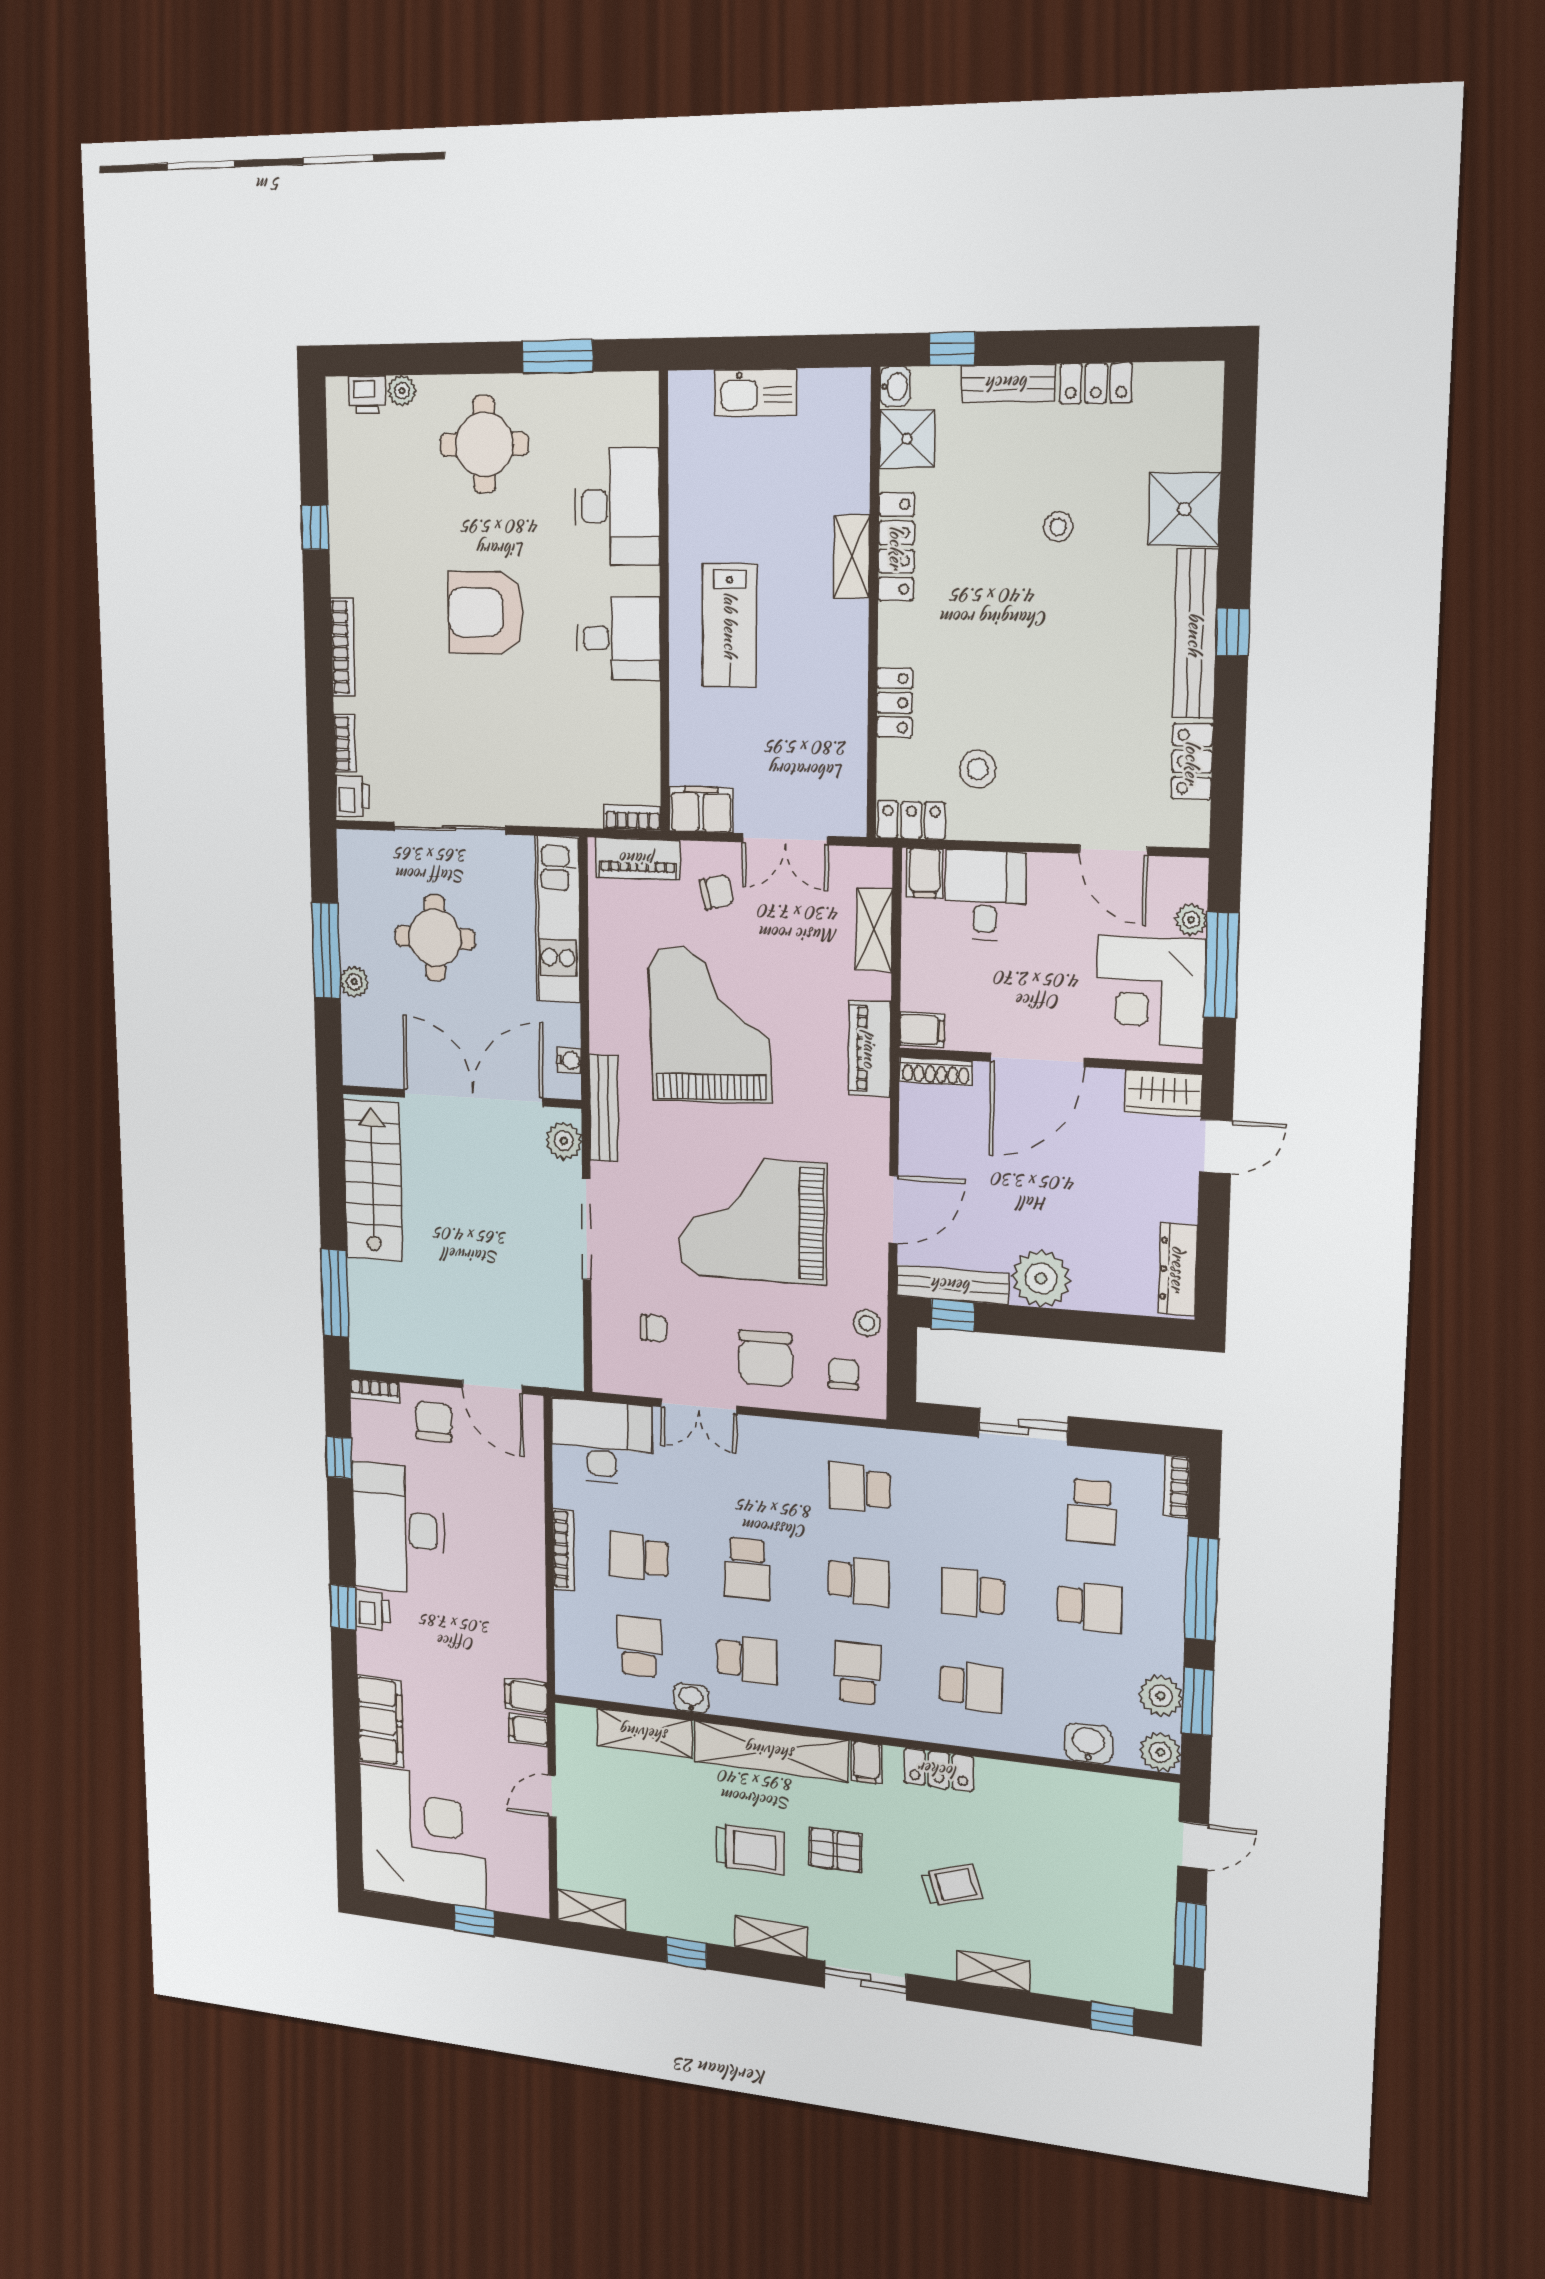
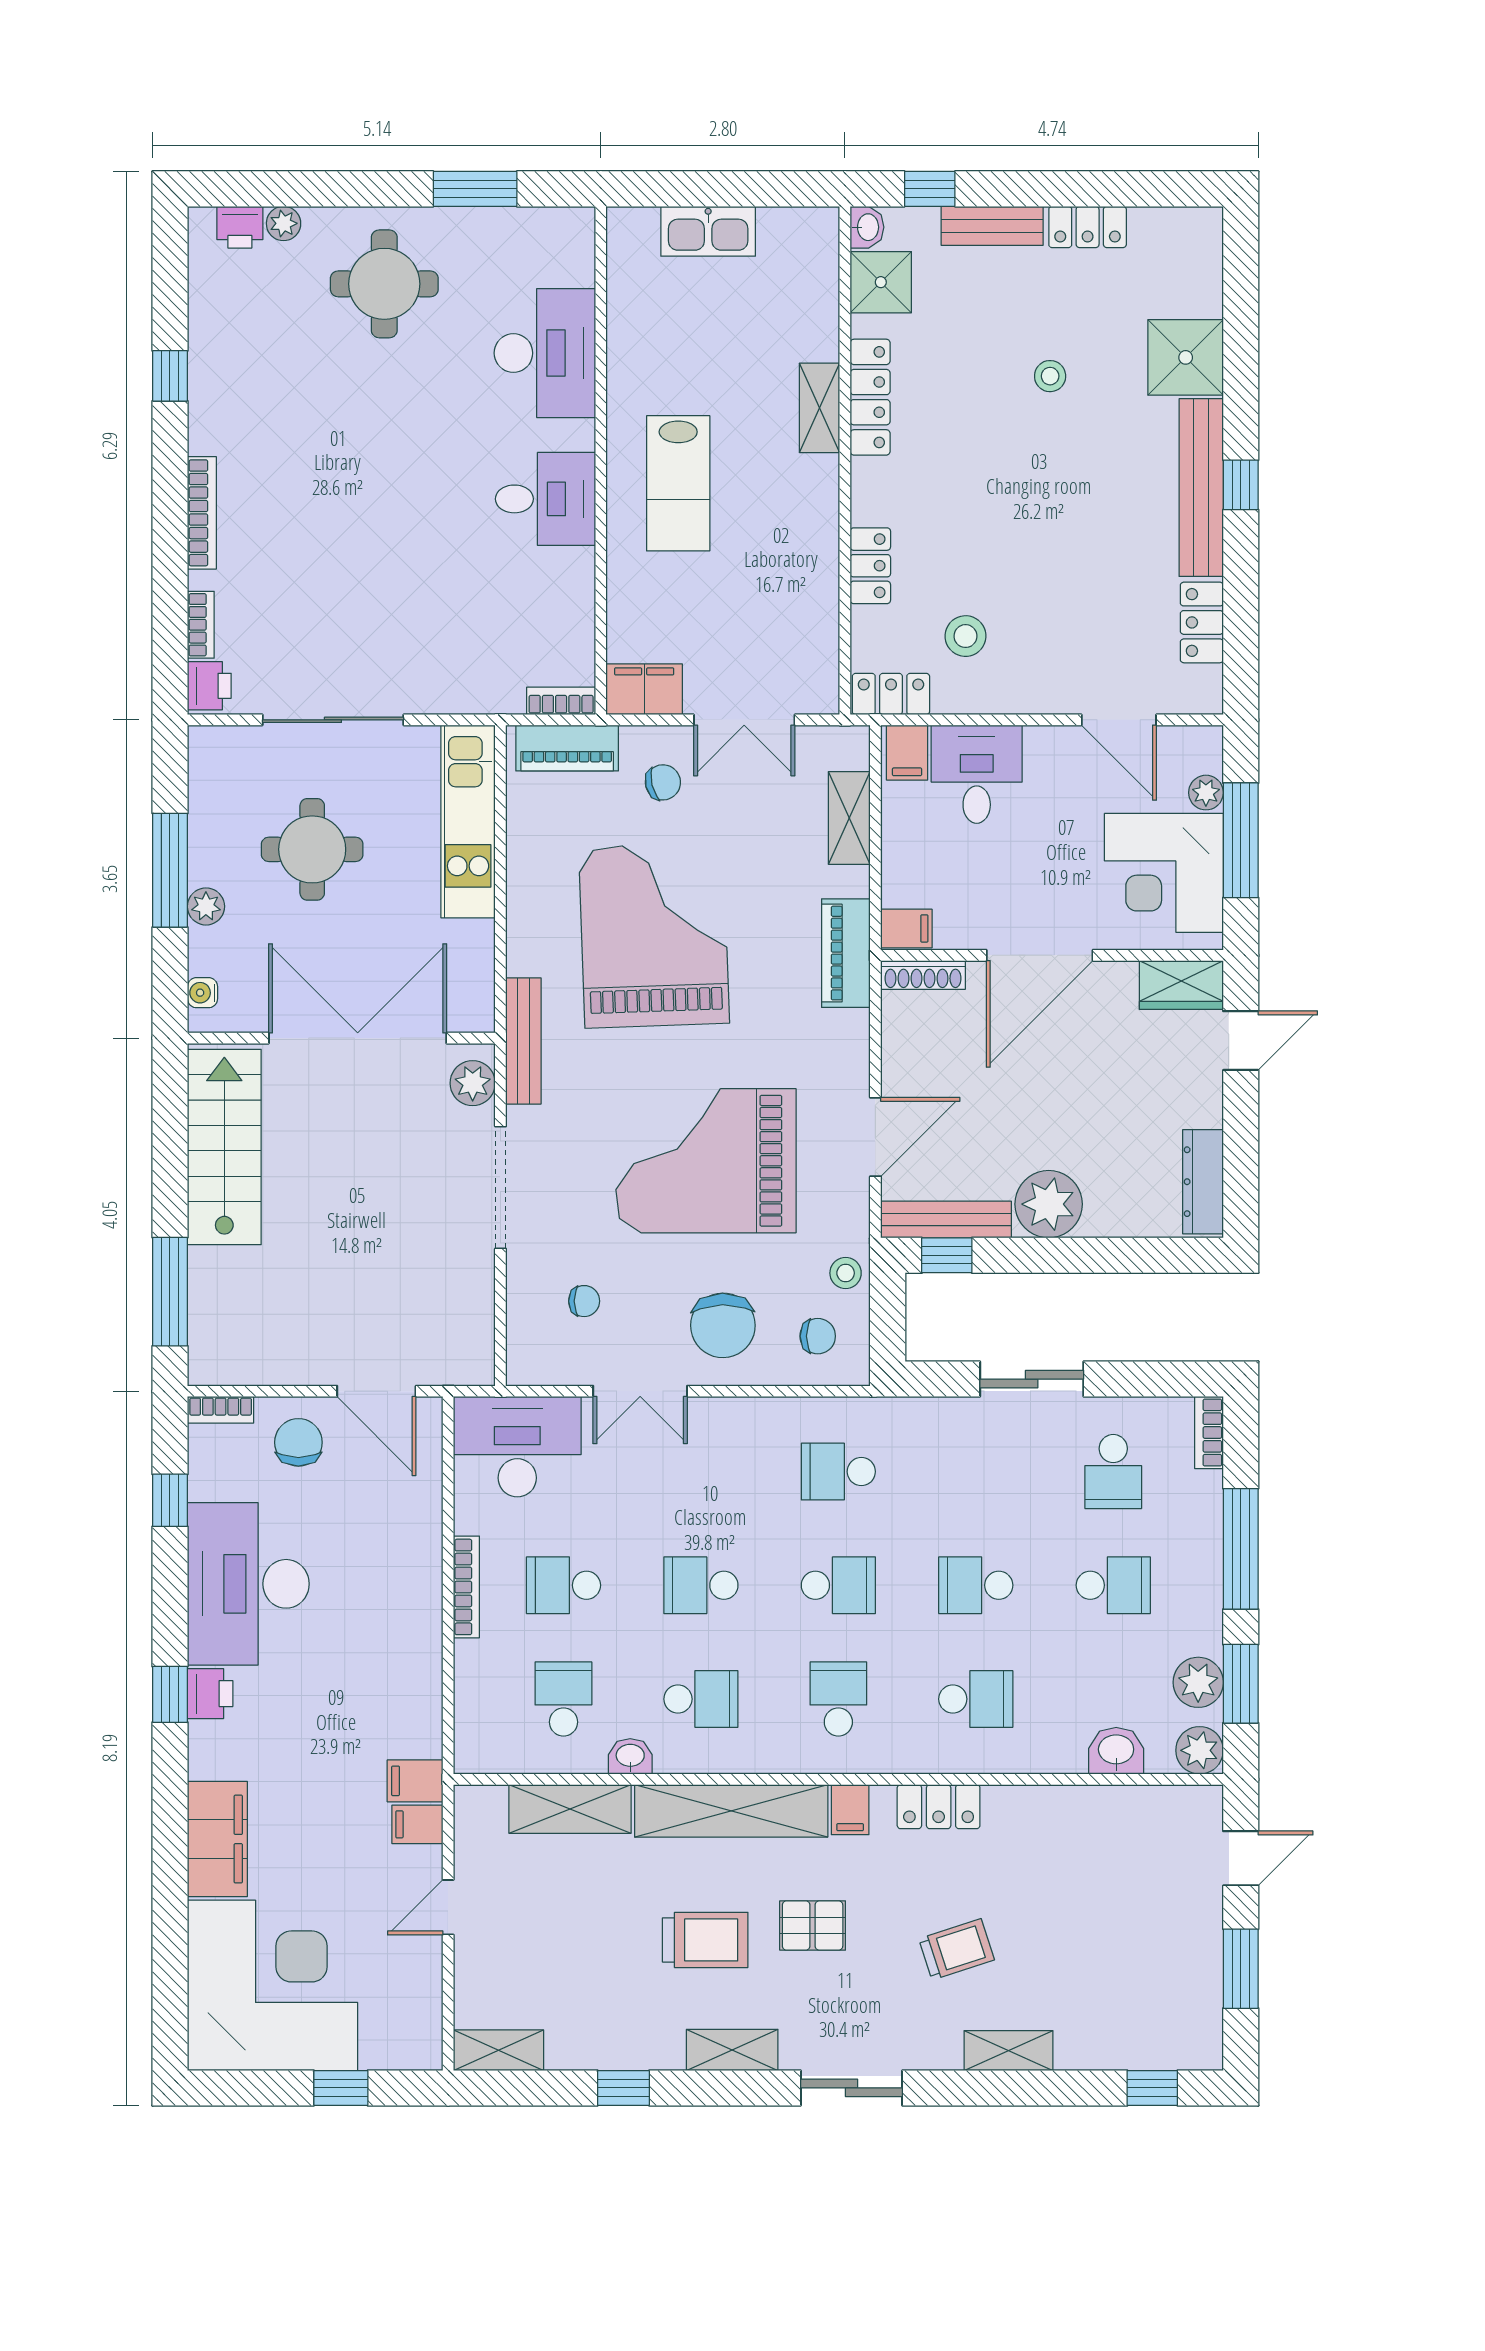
armchair: (486, 612) -> (383, 472), removed
water cooler: (569, 1060) -> (202, 993), moved, turned 180
chair: (843, 1374) -> (818, 1336), turned 90
school desk: (747, 1569) -> (701, 1585), turned 90

